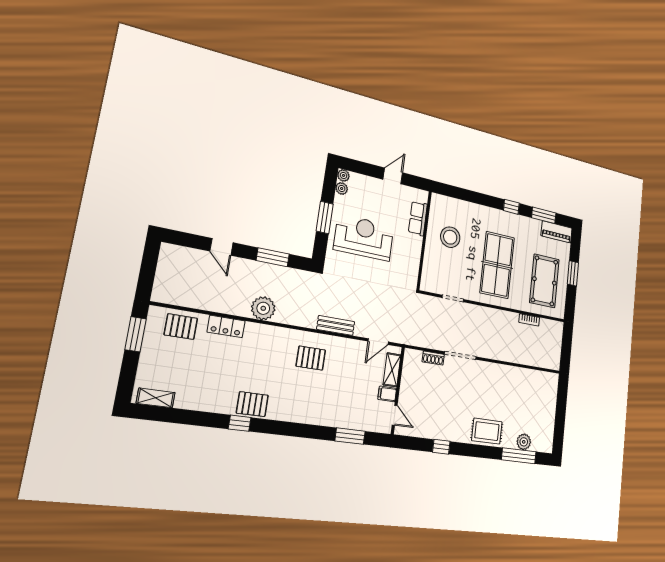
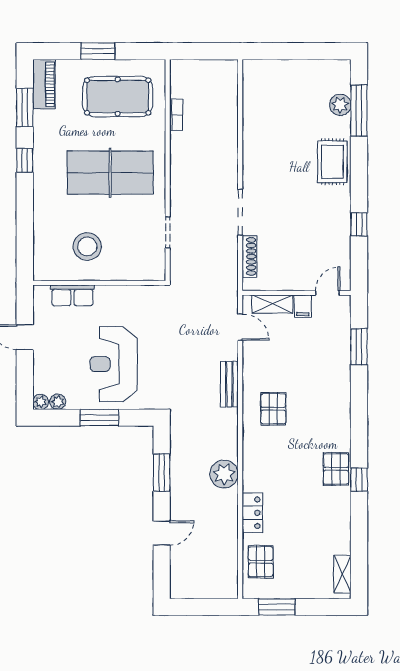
shoe rack: (433, 358) -> (249, 256), width x1.43

